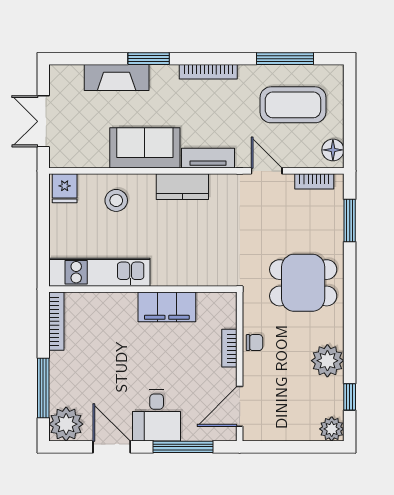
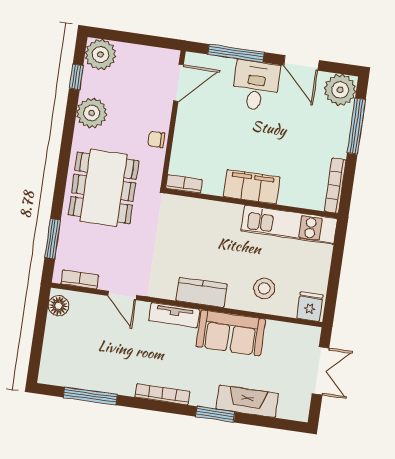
coffee table: (293, 105) -> (89, 353), removed
dining table: (303, 283) -> (104, 188), width x1.38
filing cabinet: (167, 307) -> (252, 187), moved
bookcase: (229, 348) -> (184, 184), moved, turned -90
plant: (332, 429) -> (100, 54), width x1.36, depth x1.36

